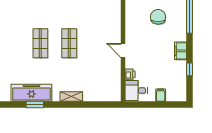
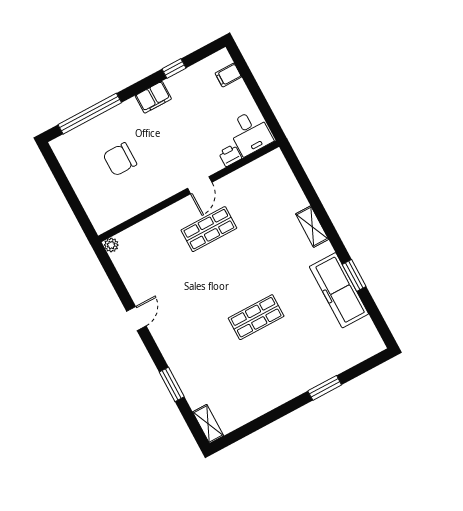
shop shelf: (69, 43) -> (209, 229), moved
filing cabinet: (161, 95) -> (228, 75), moved

